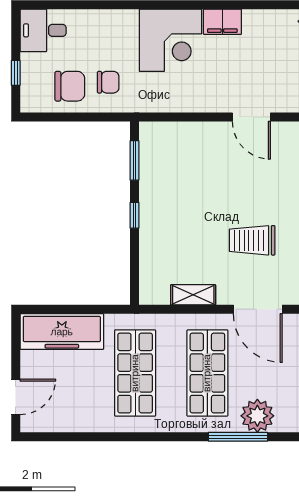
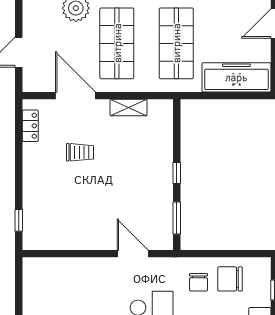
chair: (108, 82) -> (198, 282), turned -90
door: (251, 117) -> (133, 254), moved
trolley: (252, 240) -> (80, 152), width x0.73, depth x0.72

